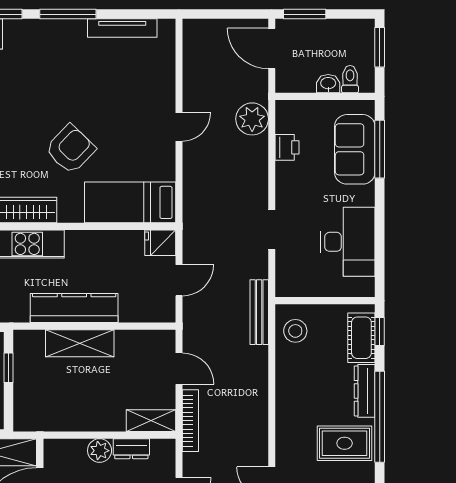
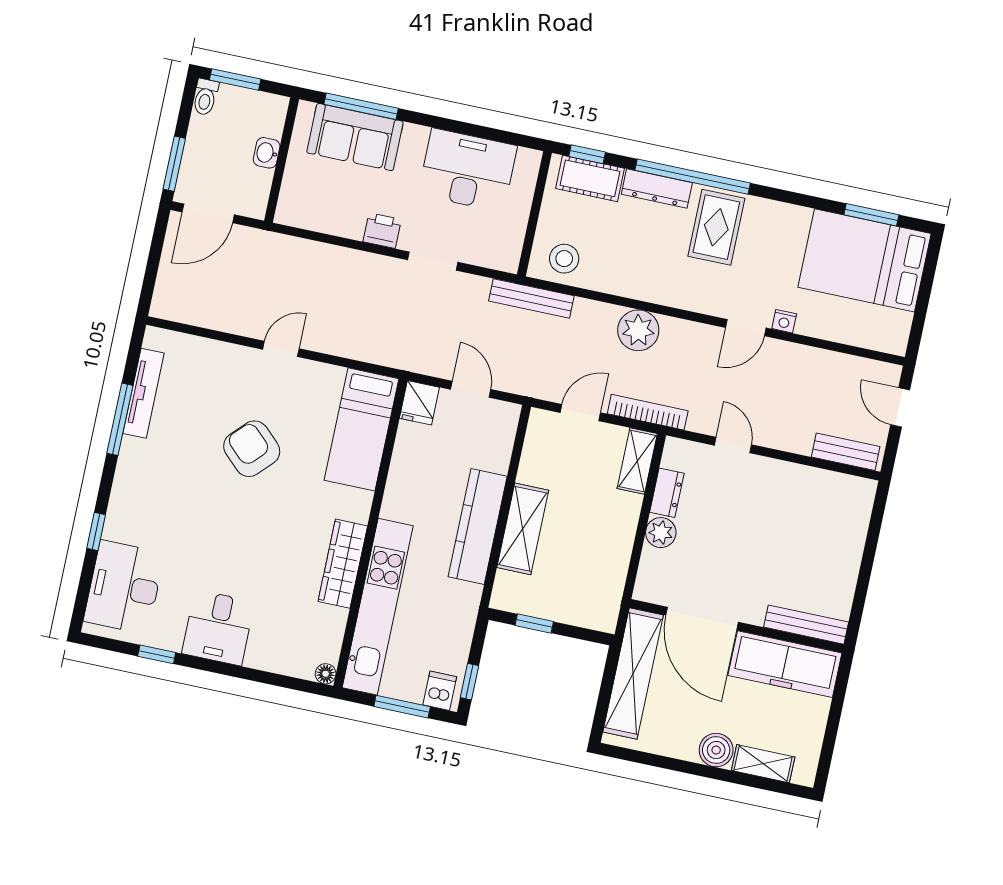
window: (68, 14) -> (120, 419), moved
toilet: (350, 79) -> (205, 97), moved, turned -90
plant: (252, 119) -> (638, 330), moved
door: (179, 127) -> (281, 349), hinge flipped
printer: (287, 147) -> (382, 231), moved
armchair: (70, 149) -> (252, 449), moved

